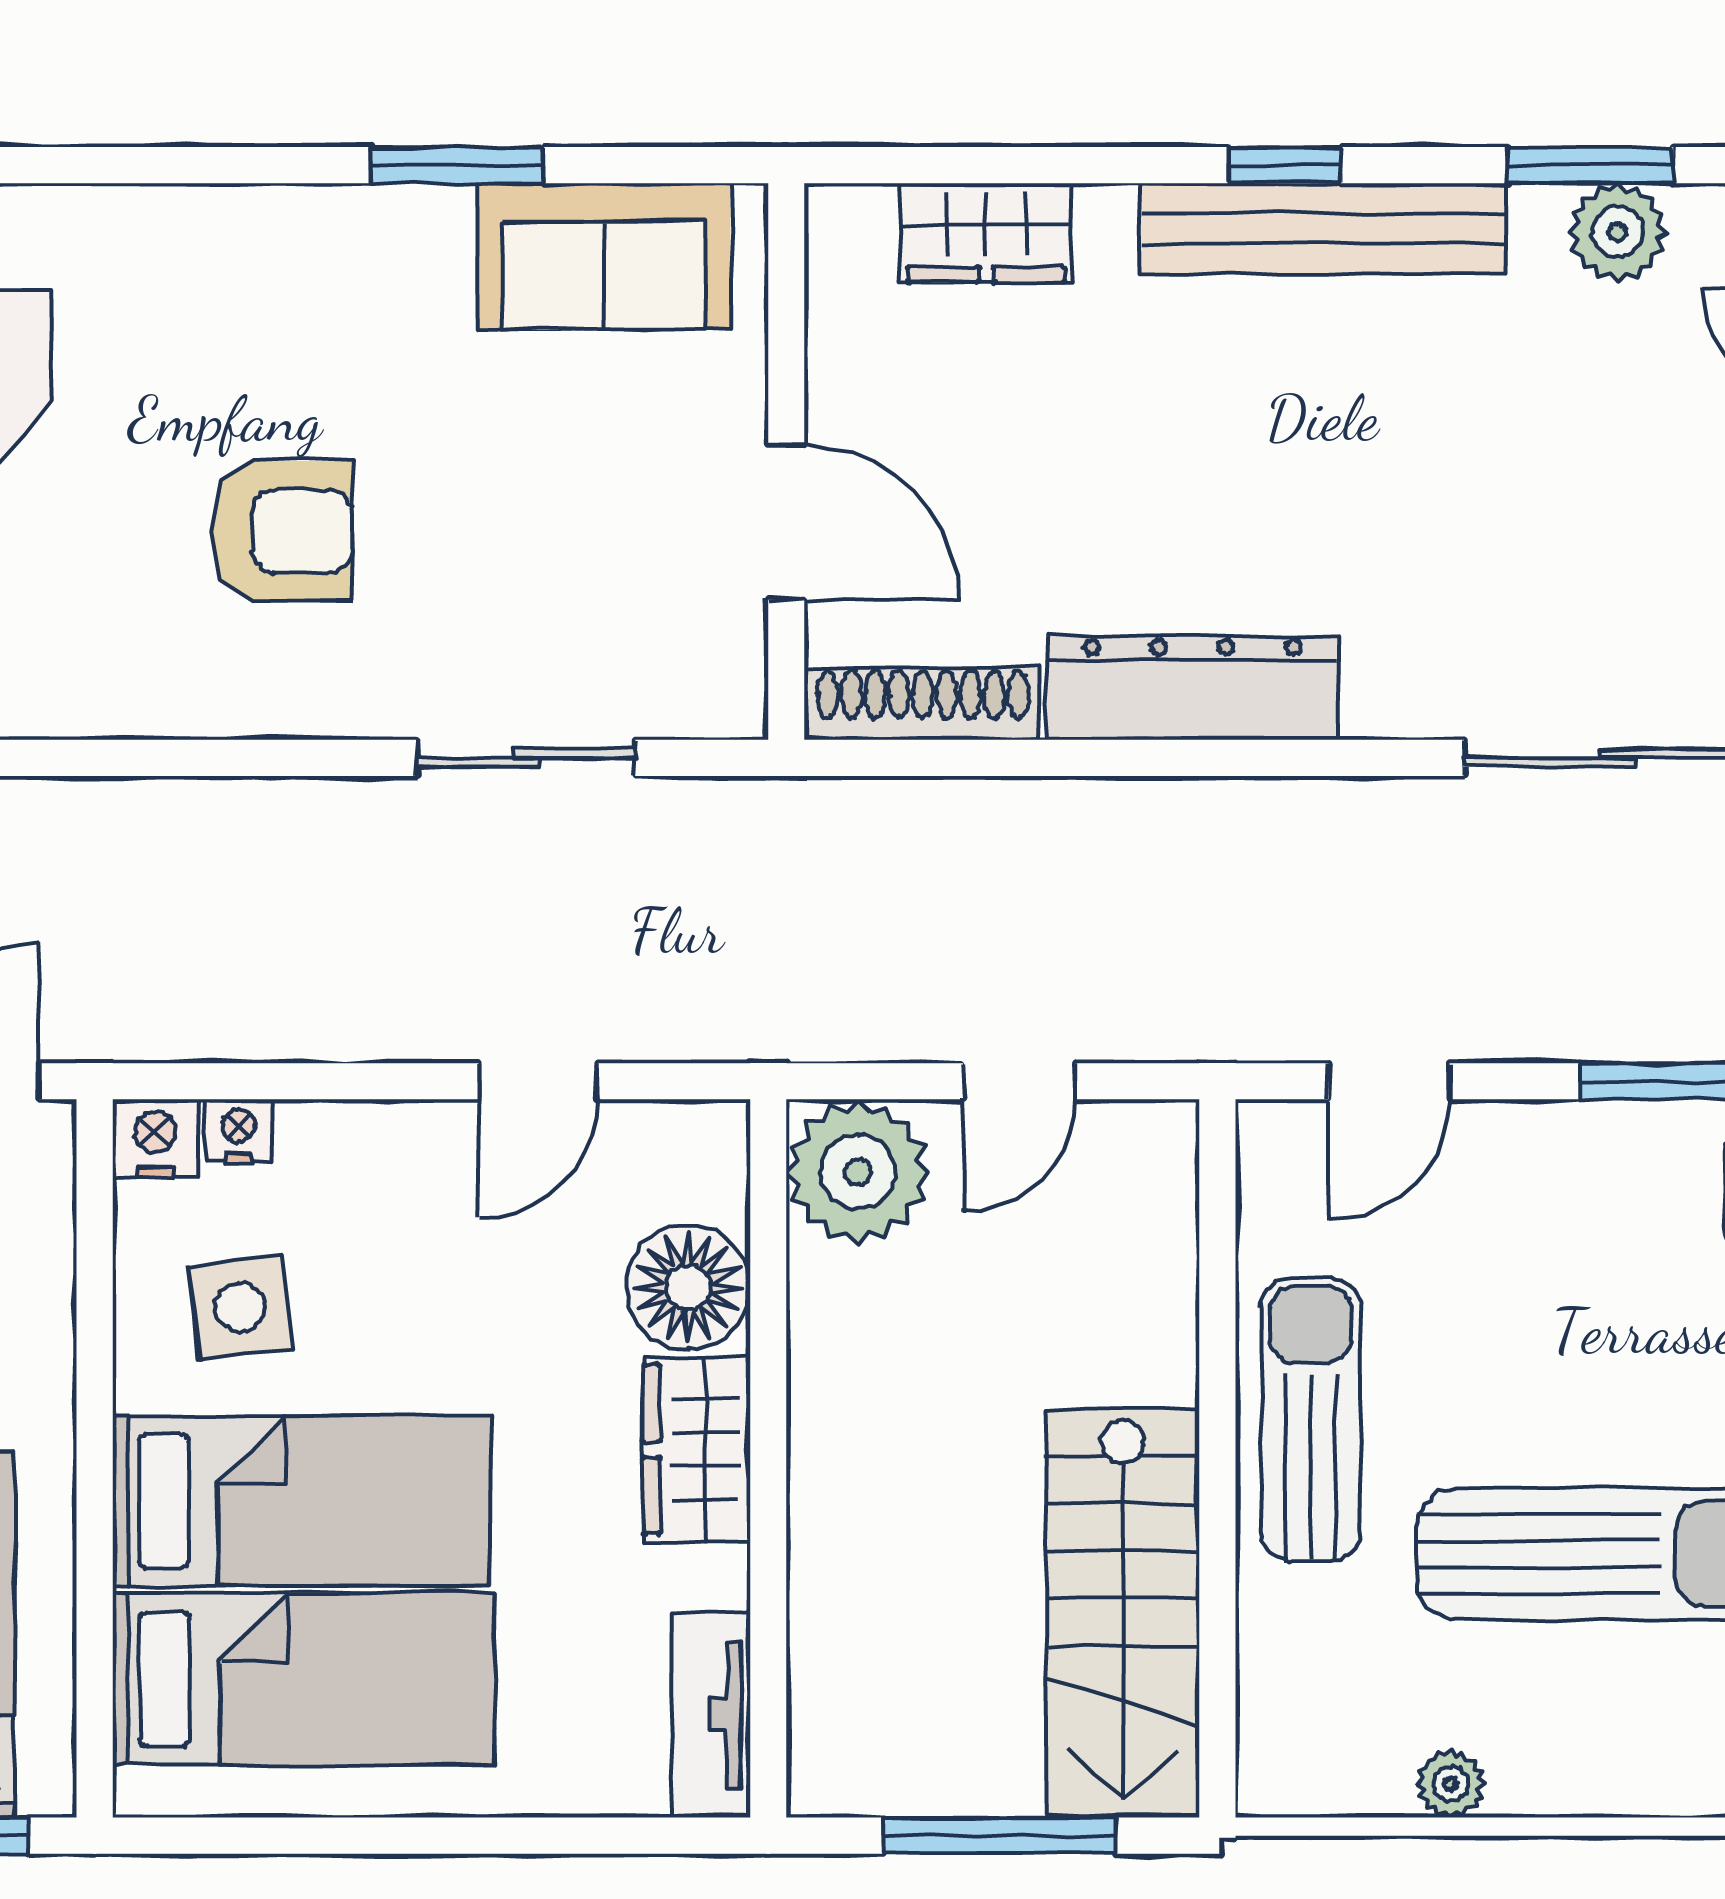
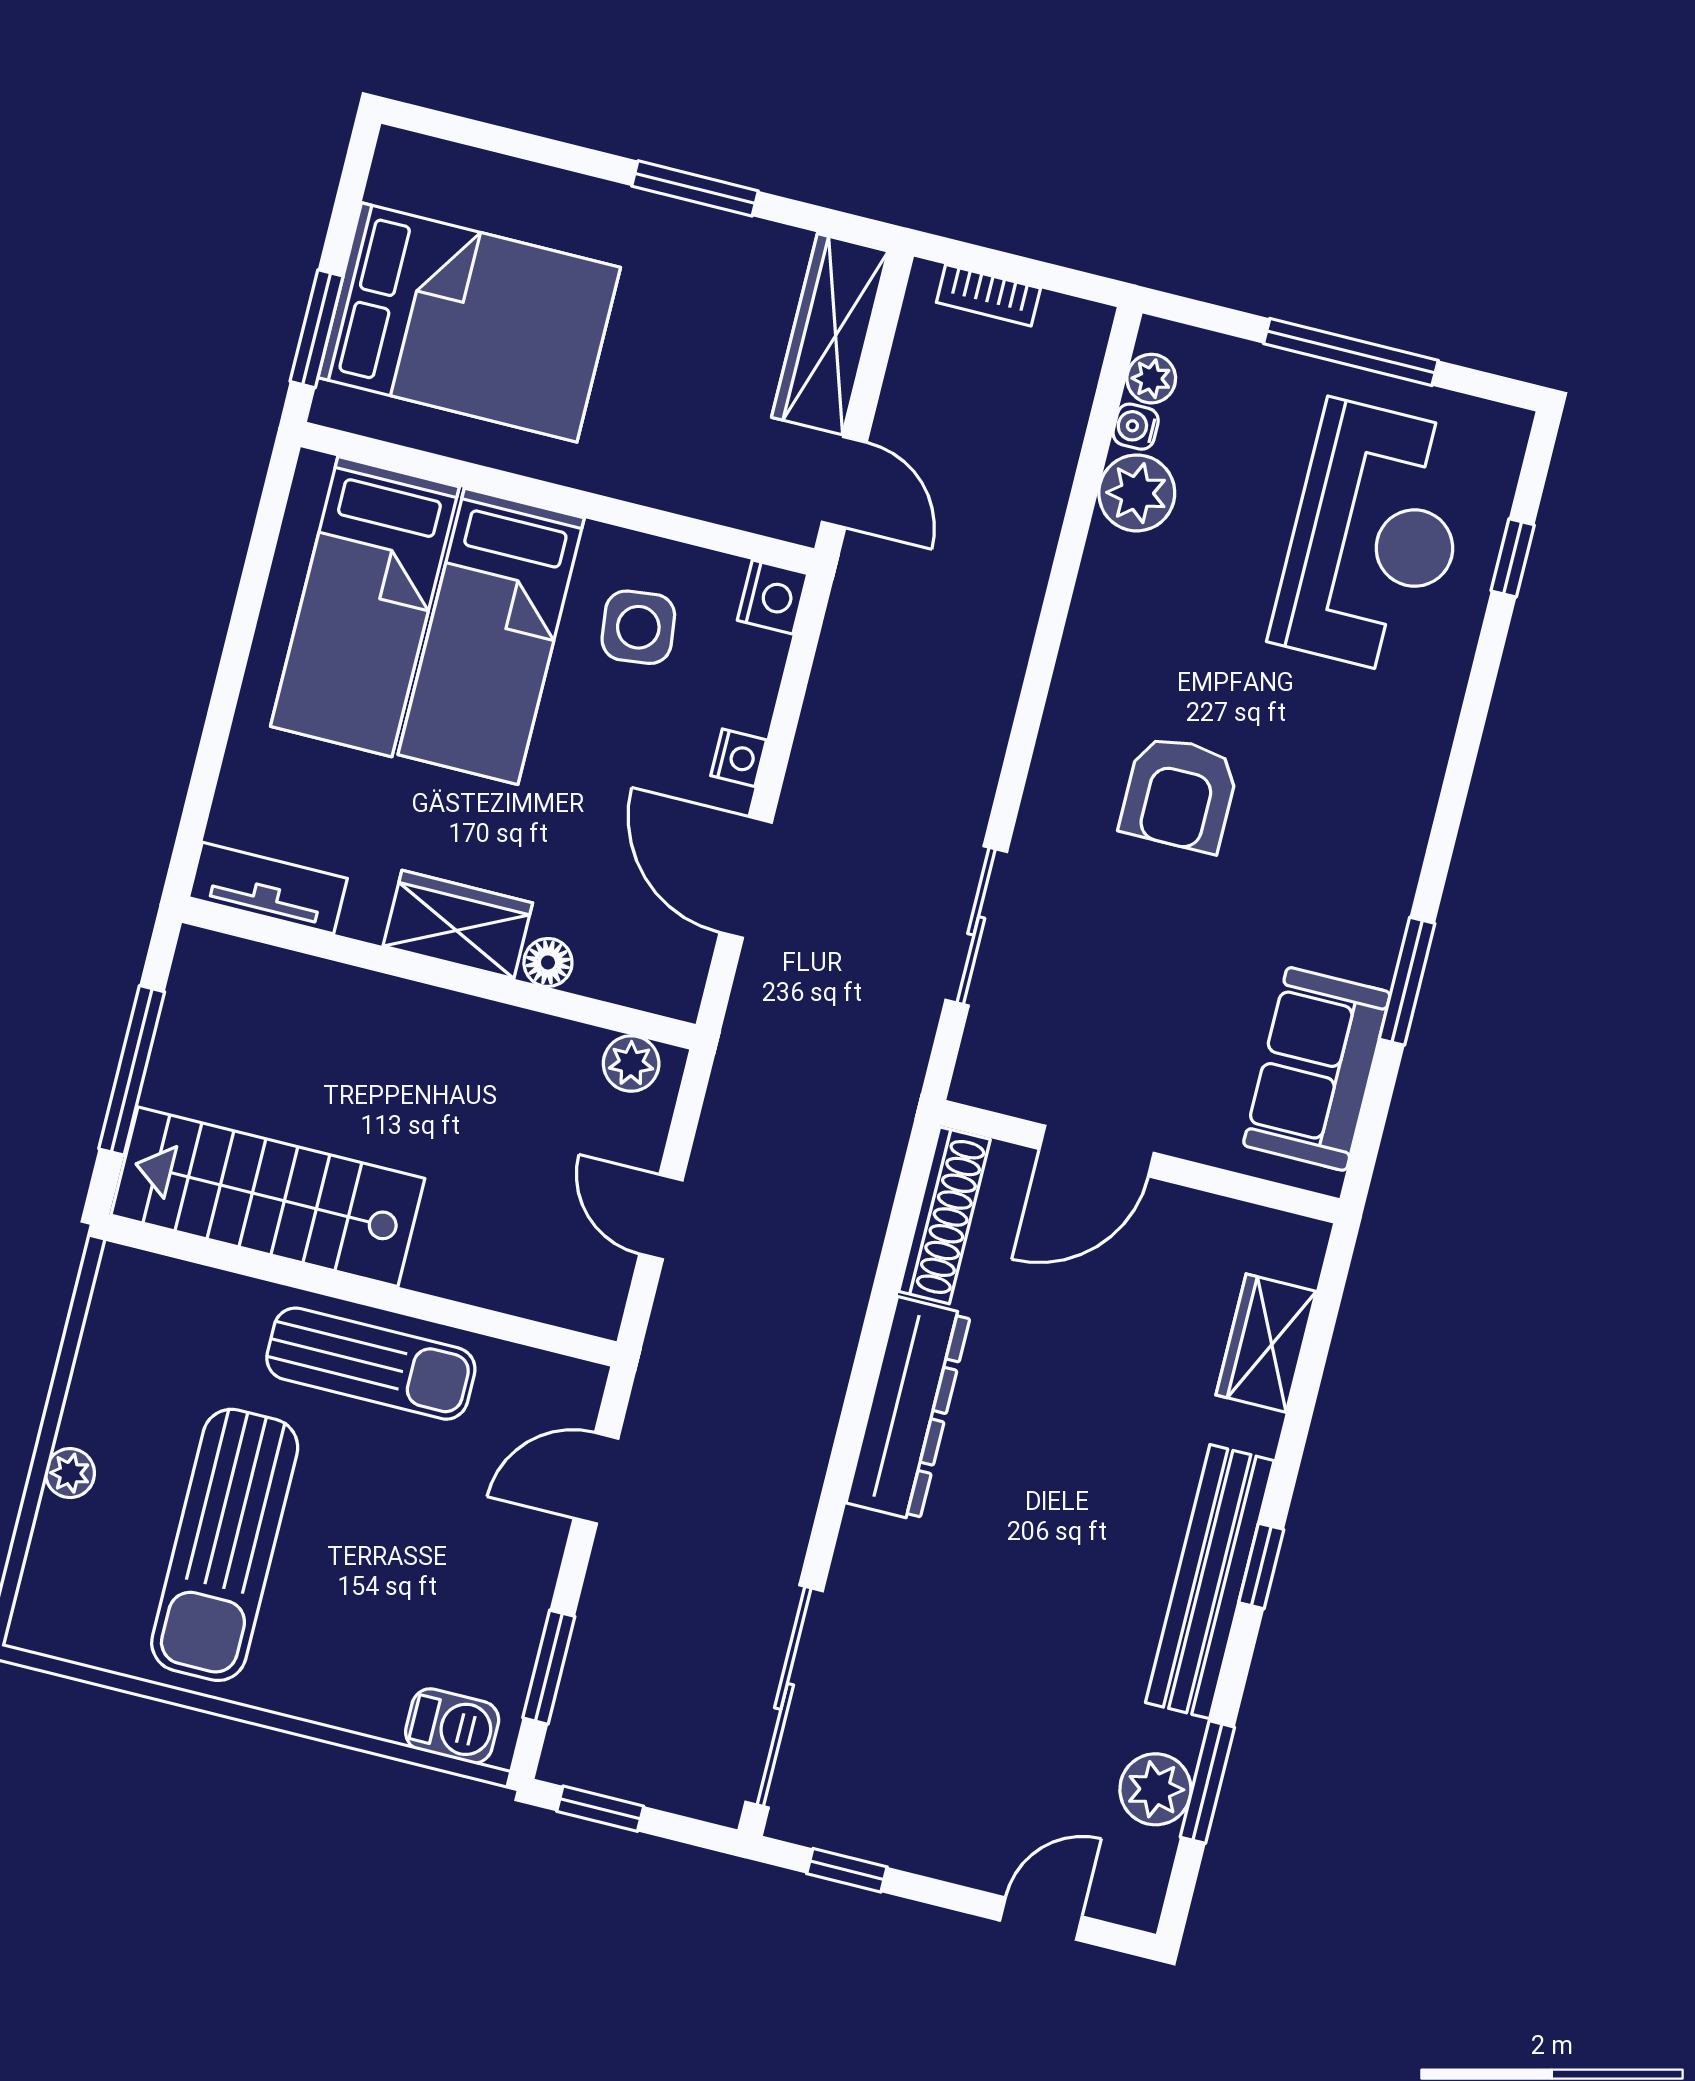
door: (538, 1081) -> (746, 877), width x1.38
door: (1389, 1081) -> (596, 1478), hinge flipped
nightstand: (239, 1131) -> (739, 758), moved
plant: (858, 1172) -> (631, 1064), width x0.53, depth x0.53
floor lamp: (688, 1287) -> (548, 962), width x0.53, depth x0.53
plant: (1451, 1784) -> (70, 1473), moved

